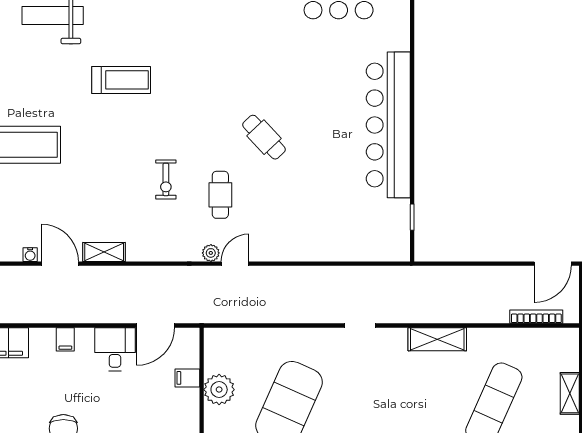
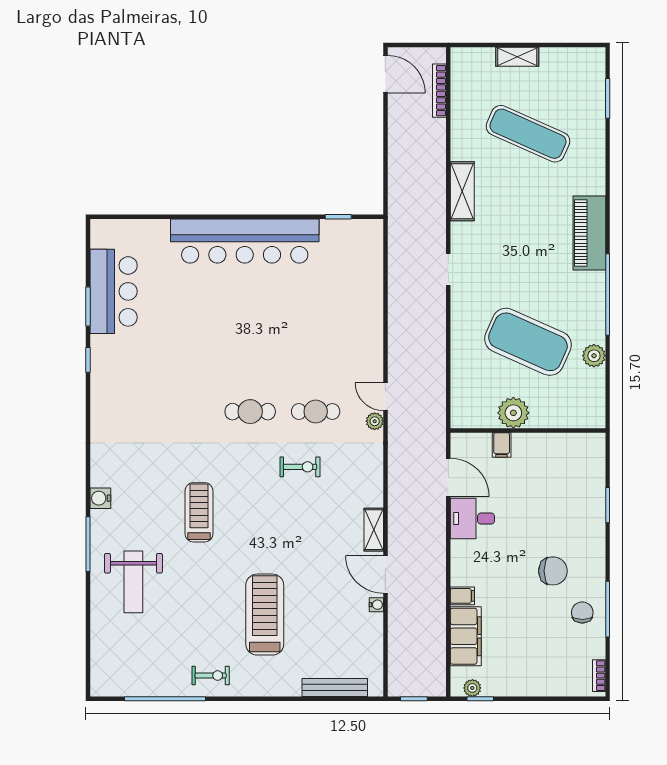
cafe table: (264, 137) -> (250, 412), moved, turned 43
door: (60, 264) -> (385, 574), hinge flipped
filing cabinet: (65, 339) -> (462, 596), moved

